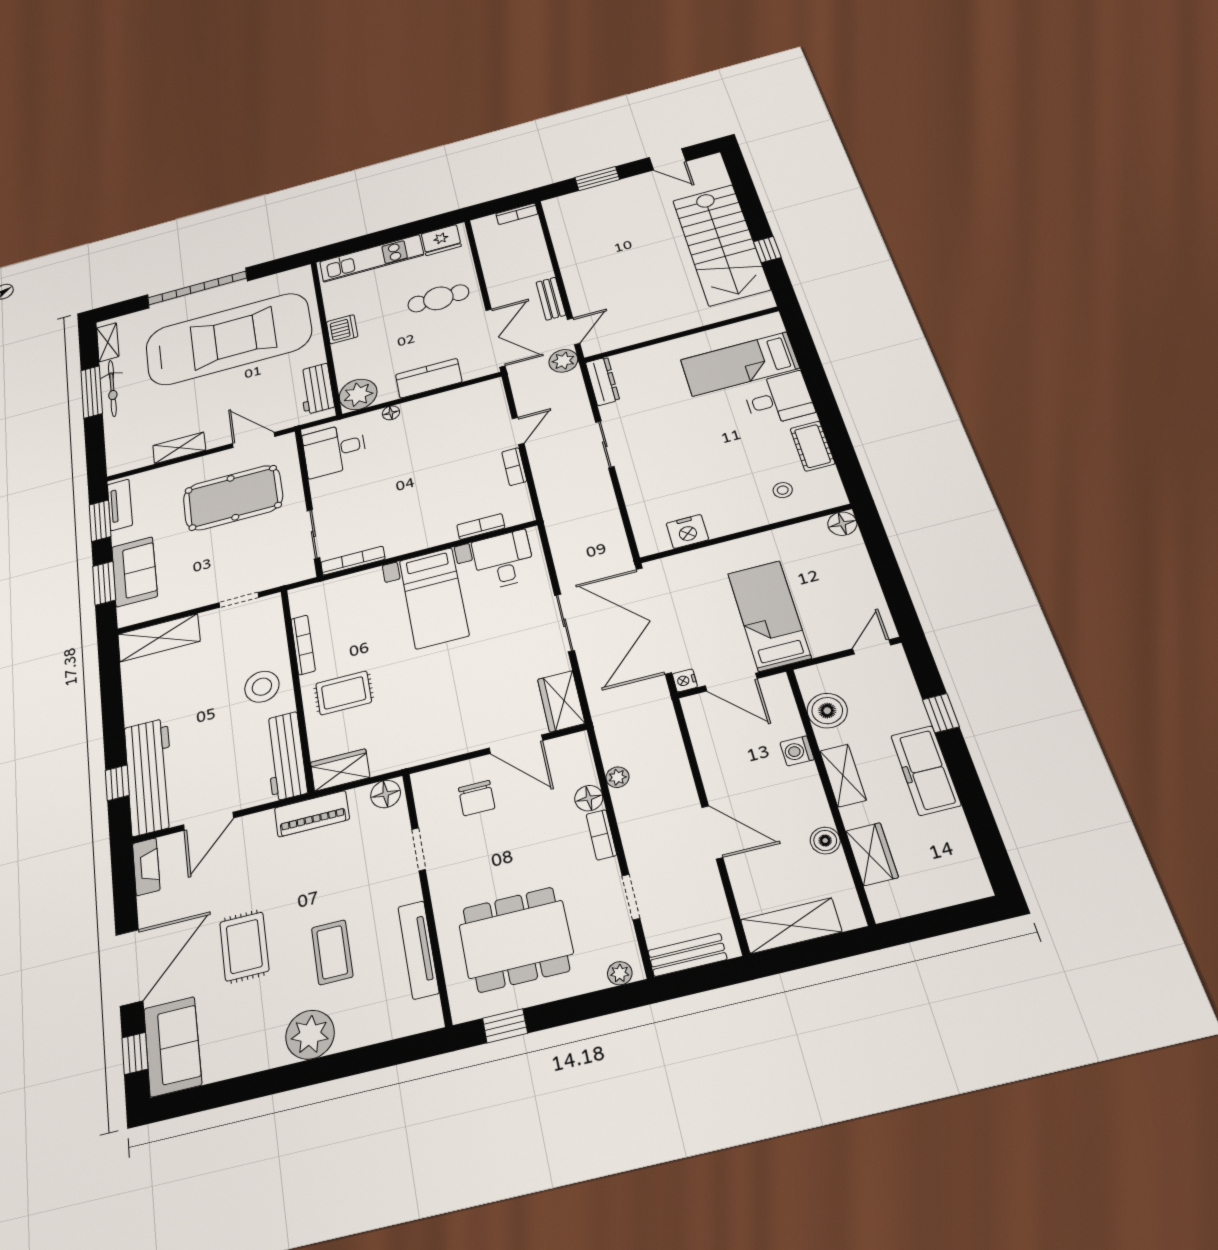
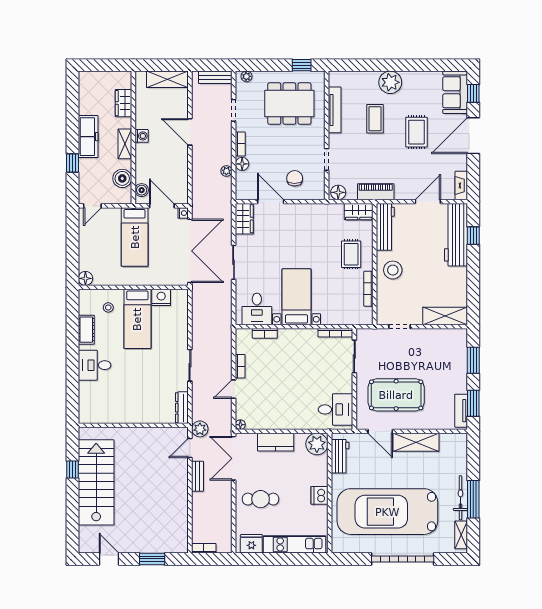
bed: (740, 364) -> (137, 319), moved, turned 90
floor lamp: (391, 413) -> (240, 425), moved
shelving: (179, 448) -> (416, 442), width x1.50, depth x1.33
sofa: (134, 572) -> (456, 363), removed
rug: (344, 693) -> (351, 254), turned 90
washing machine: (797, 751) -> (142, 136), moved
boiler: (825, 841) -> (142, 190), moved

